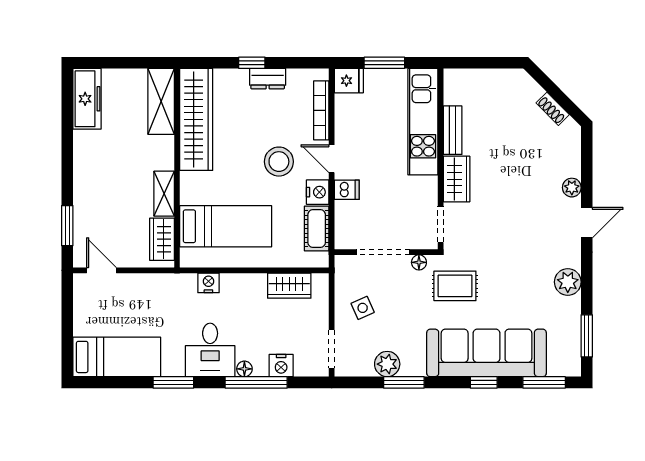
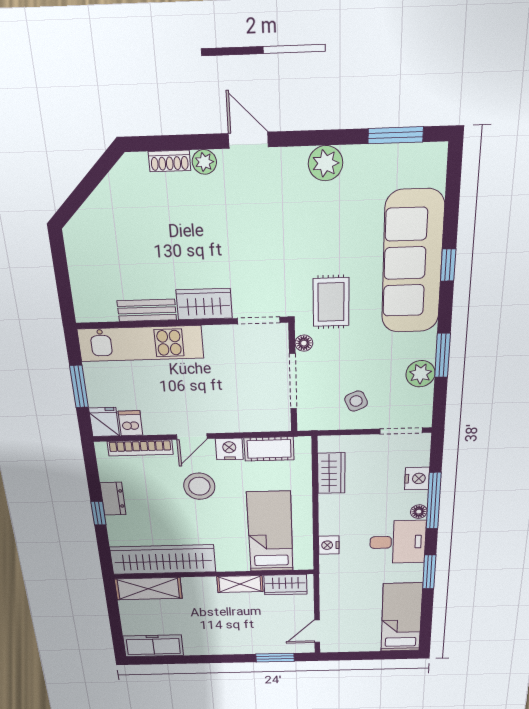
shoe rack: (553, 109) -> (170, 161), moved, turned 45
dishwasher: (347, 190) -> (130, 423), moved
window: (544, 382) -> (453, 190), removed

